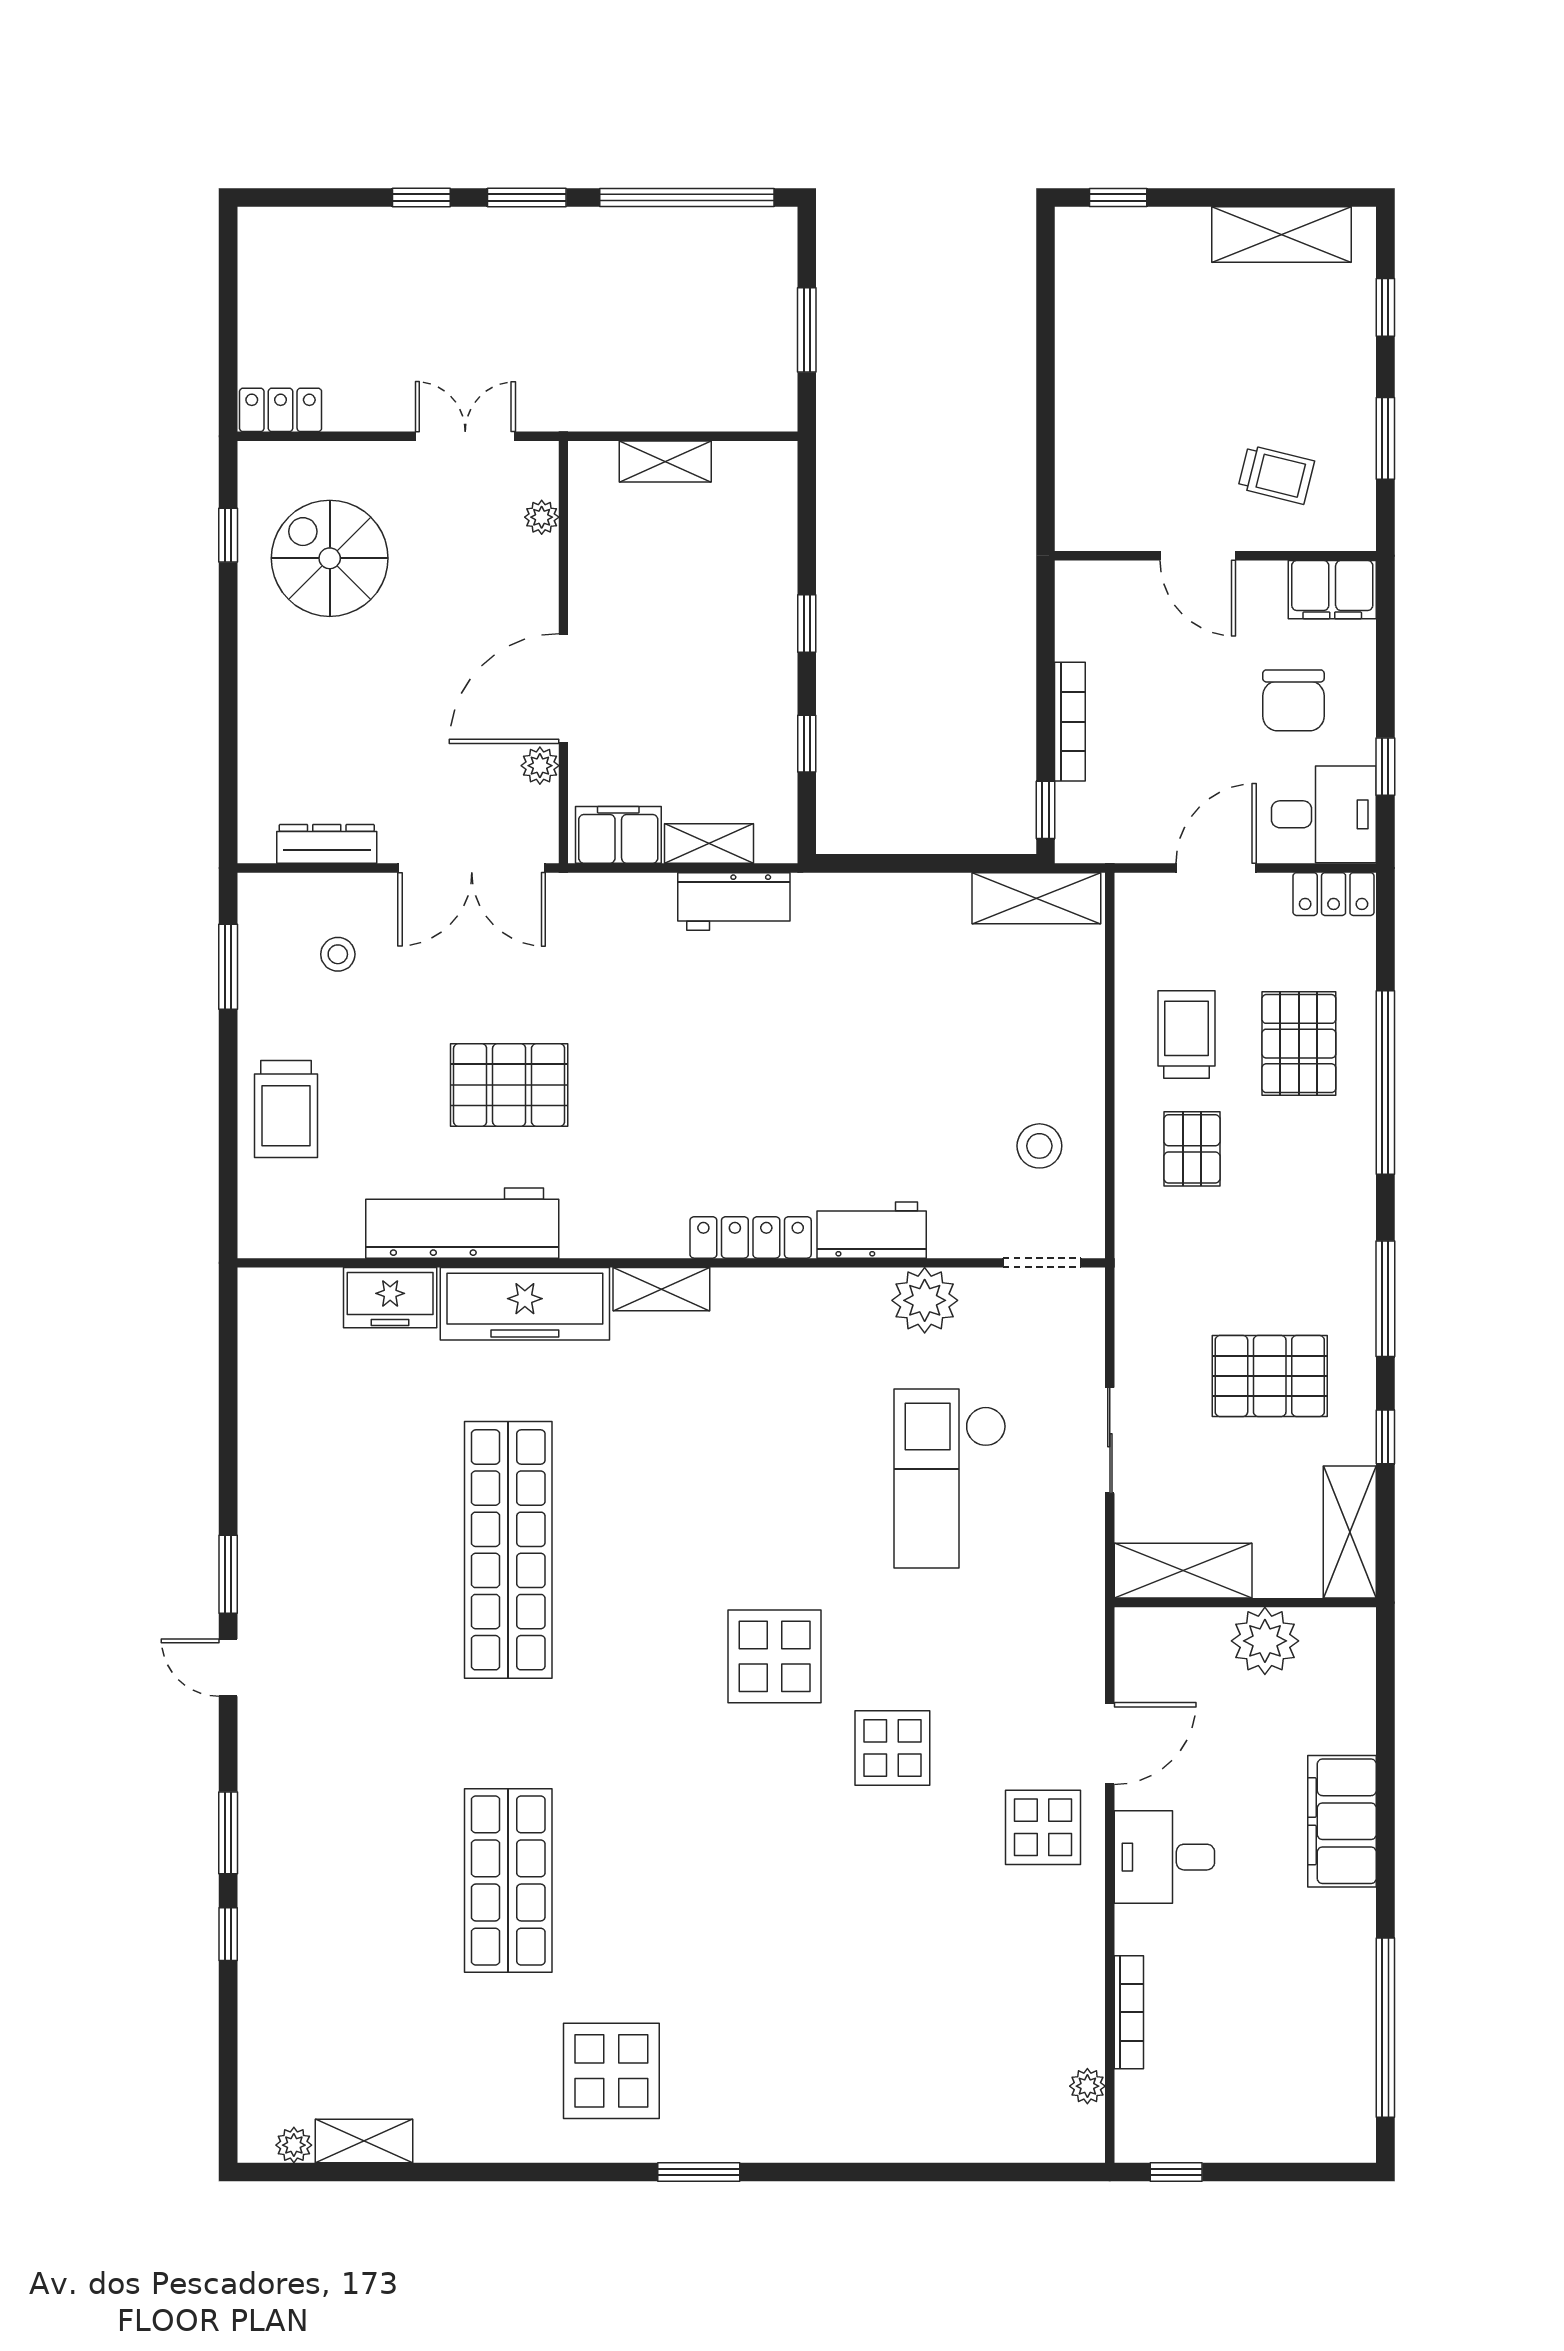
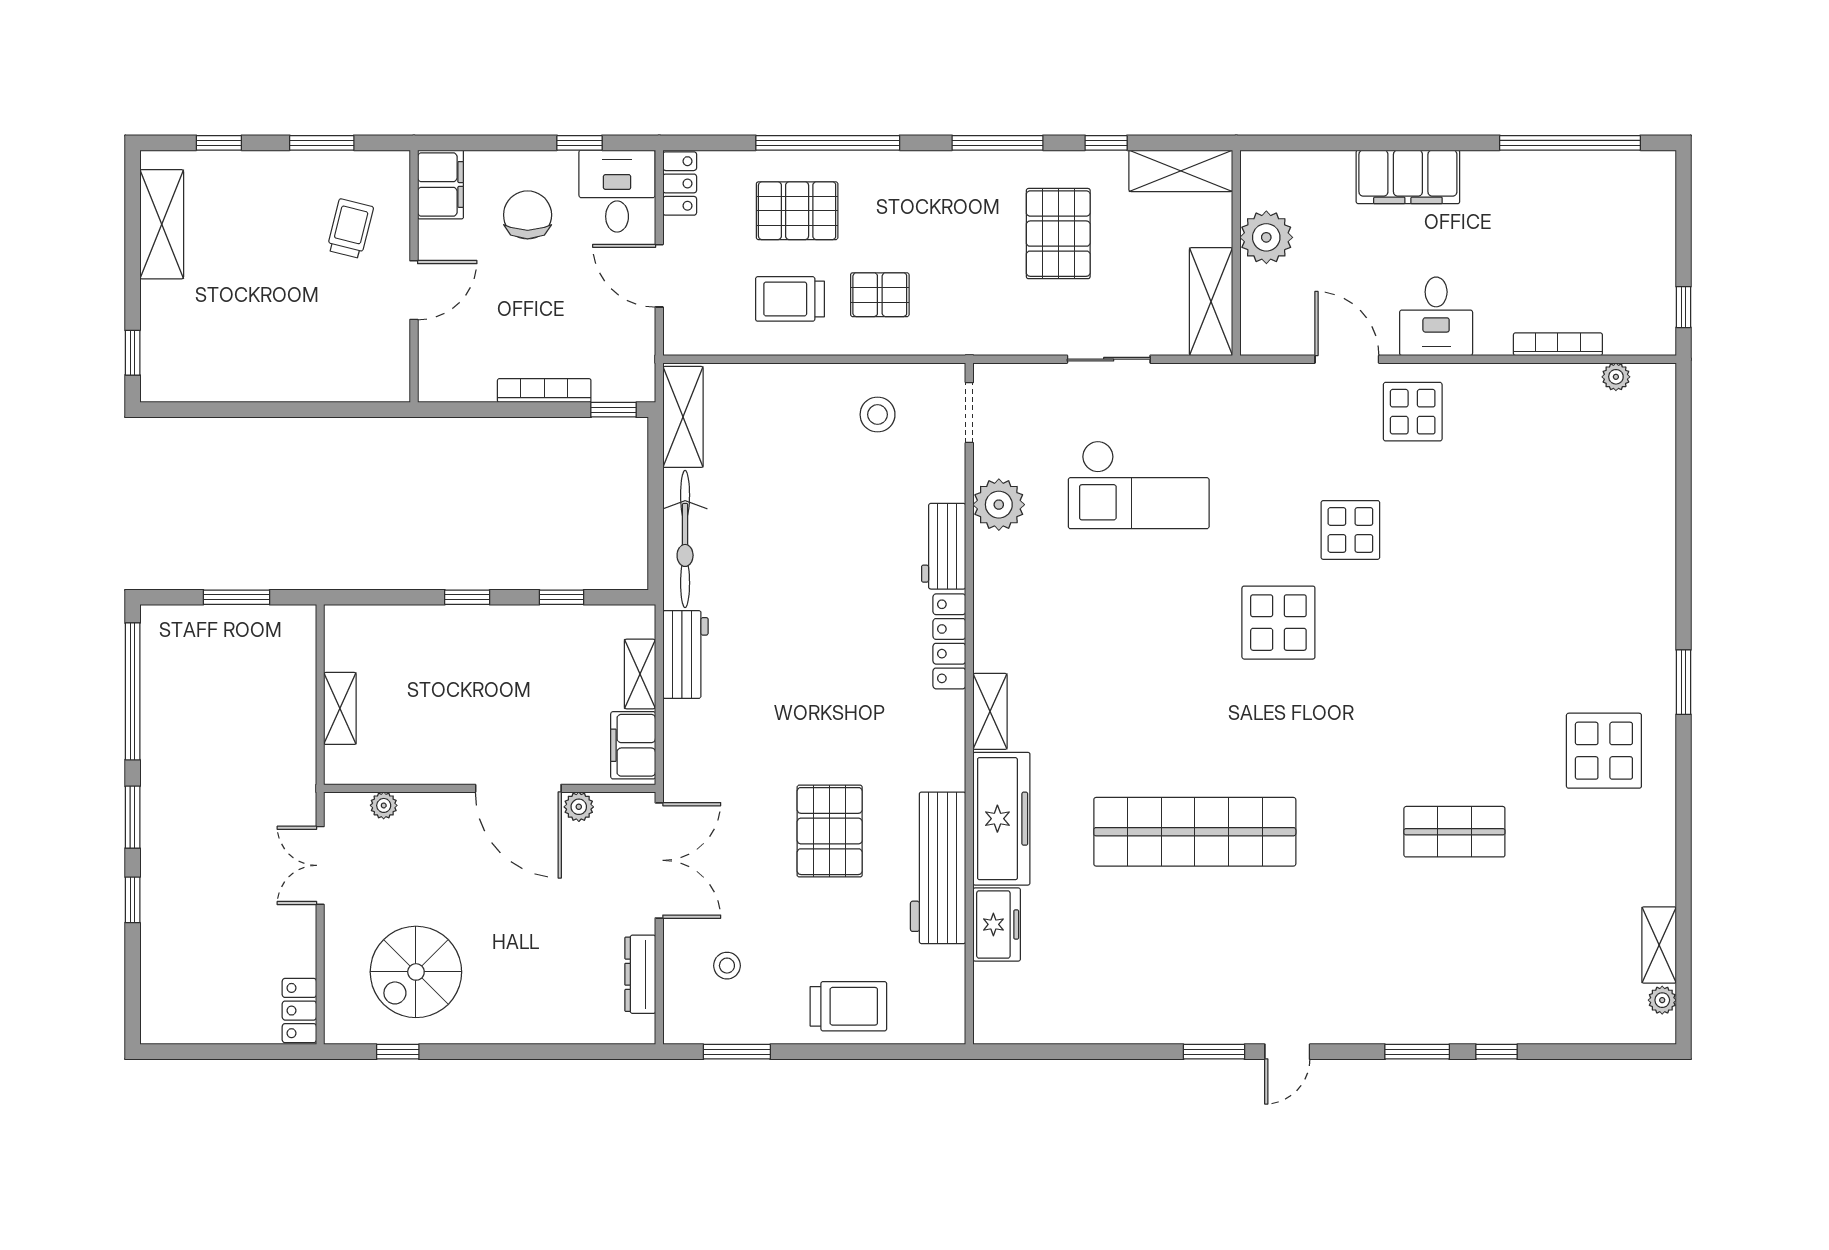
chair: (1293, 700) -> (528, 215), turned -90
bicycle: (881, 901) -> (685, 539), added
shop shelf: (508, 1880) -> (1454, 832), width x0.70, depth x0.74

